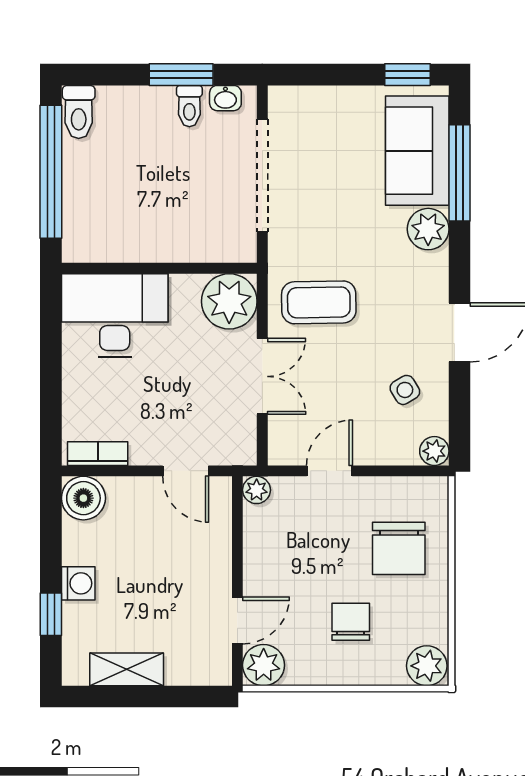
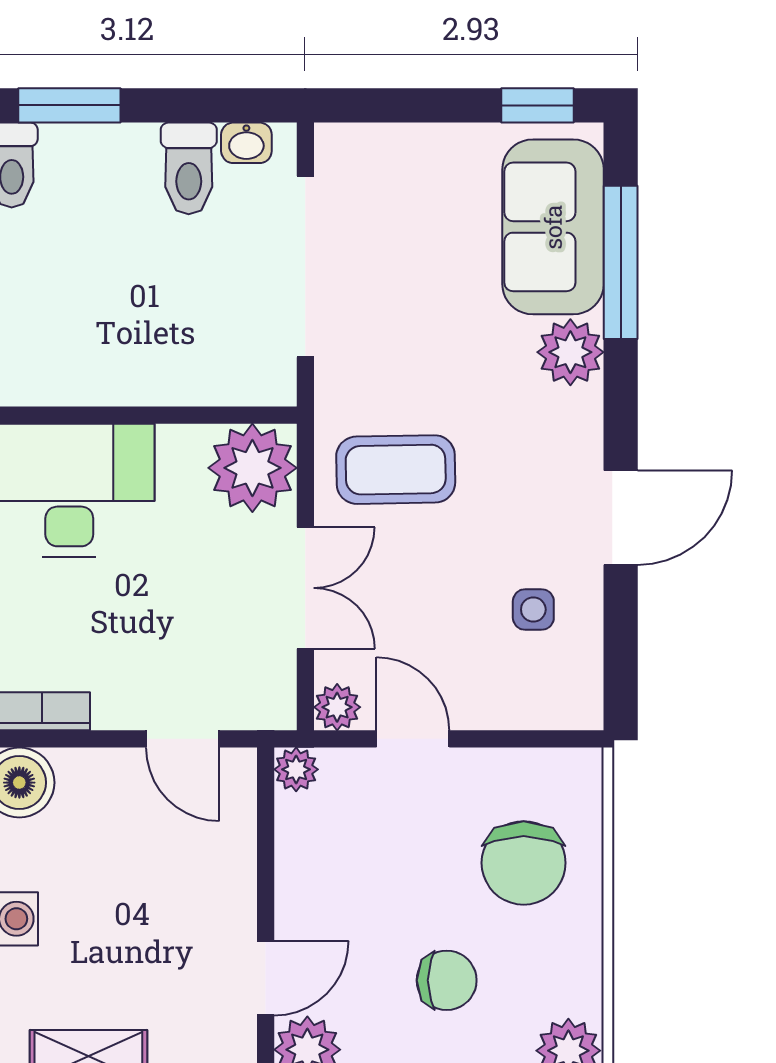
window: (181, 75) -> (69, 105), moved
toilet: (189, 106) -> (189, 168), width x1.37, depth x1.39
side table: (405, 390) -> (533, 610), turned 31
plant: (434, 451) -> (337, 707), moved
door: (330, 471) -> (413, 739), hinge flipped
chair: (351, 622) -> (447, 980), turned 90

